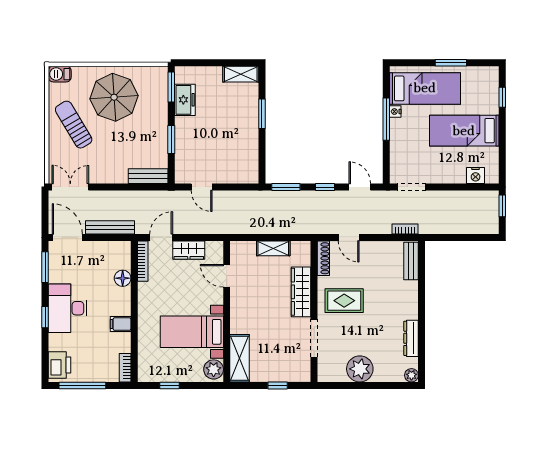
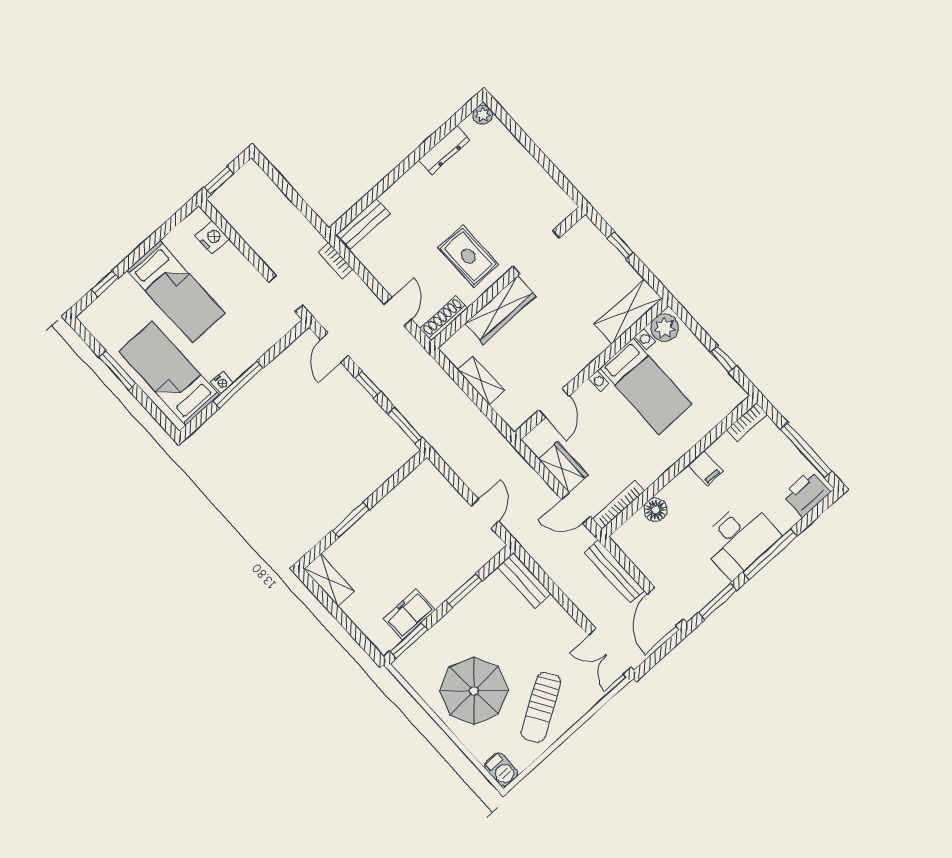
window: (45, 317) -> (770, 554), width x2.17
plant: (360, 369) -> (525, 175), removed

